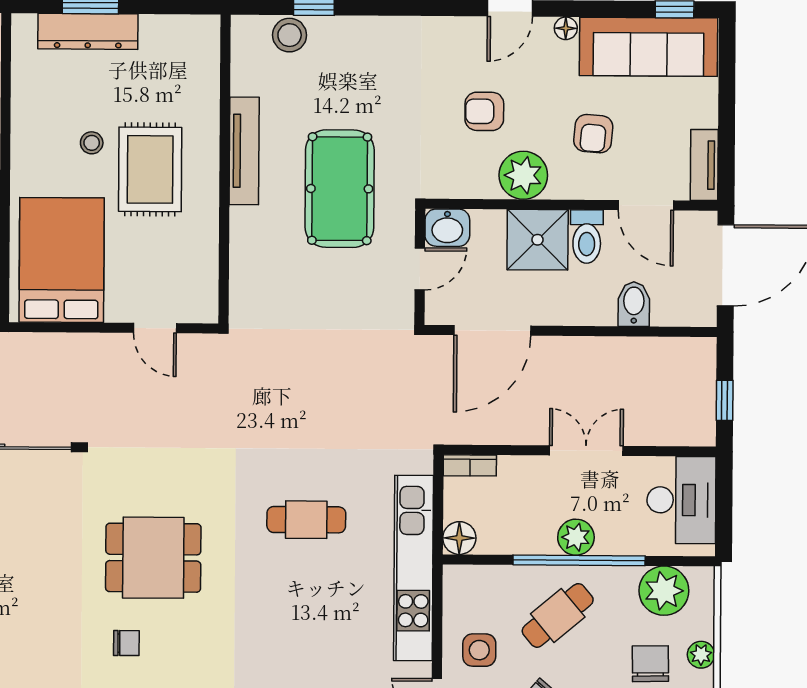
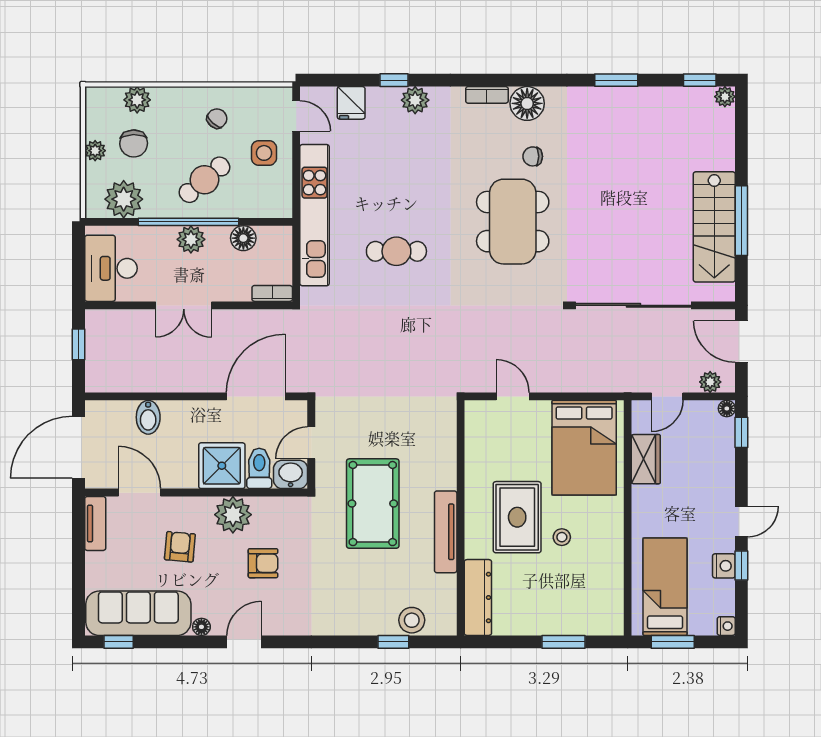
dresser: (88, 31) -> (478, 597), moved, turned 90
toilet: (587, 237) -> (259, 468), moved
floor lamp: (459, 538) -> (243, 238), moved
dining table: (153, 558) -> (513, 222), width x1.38

